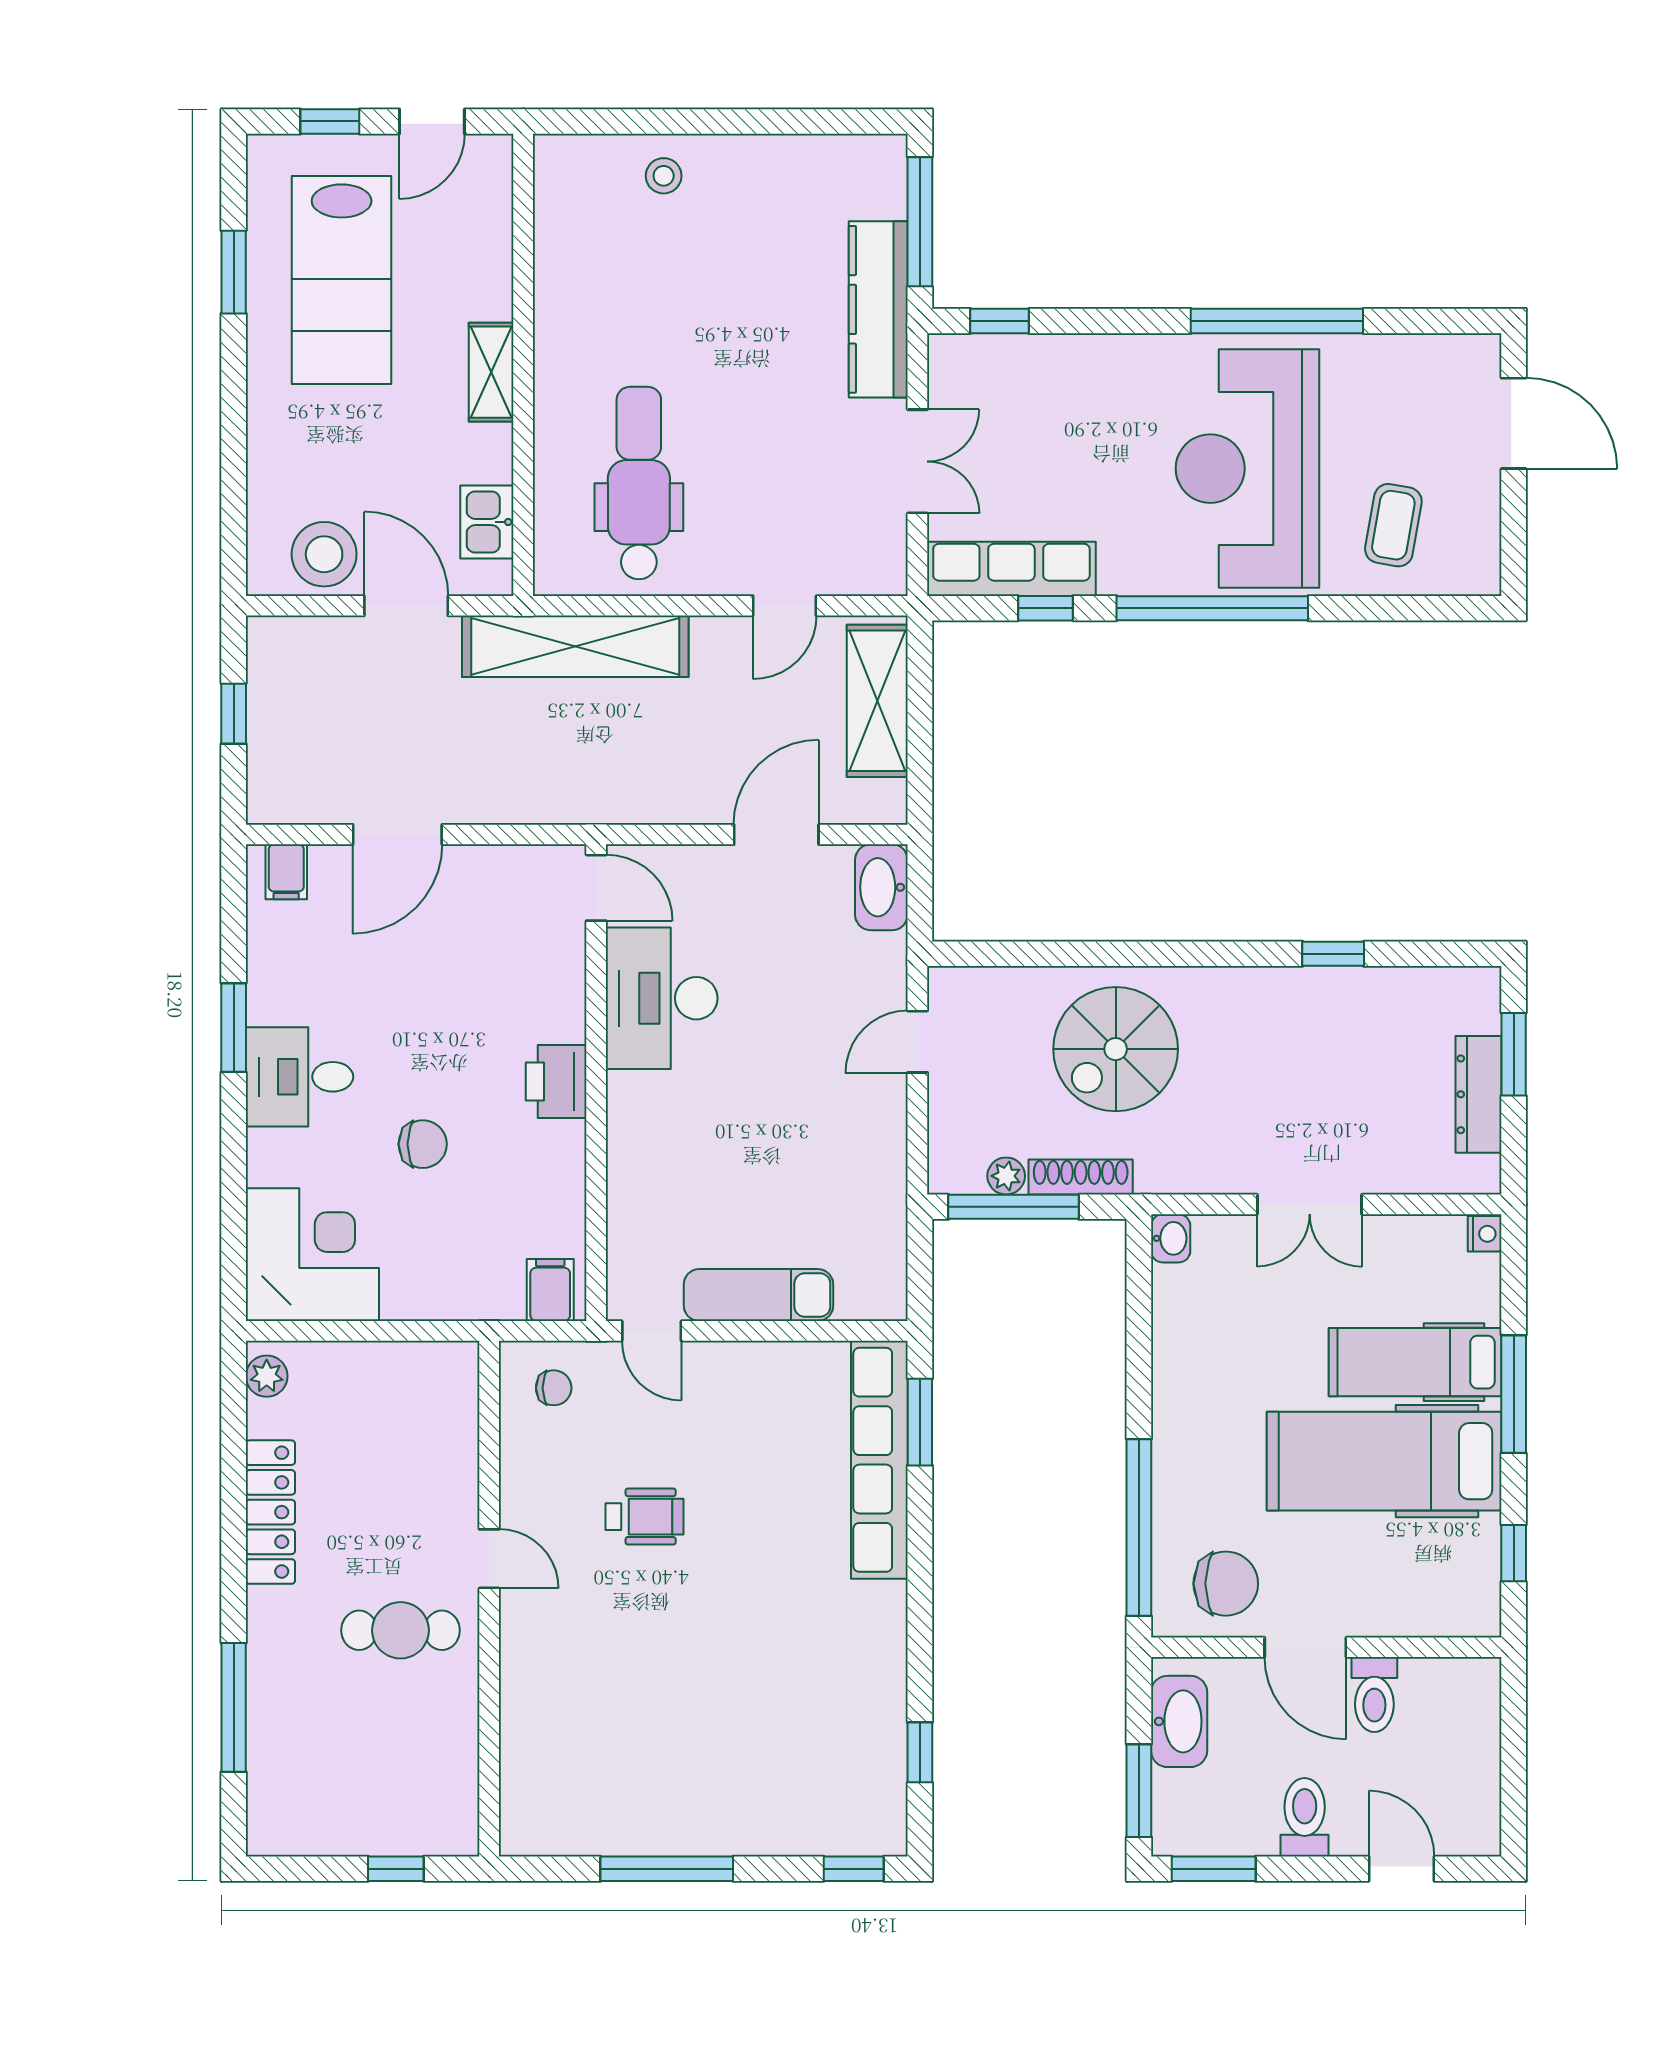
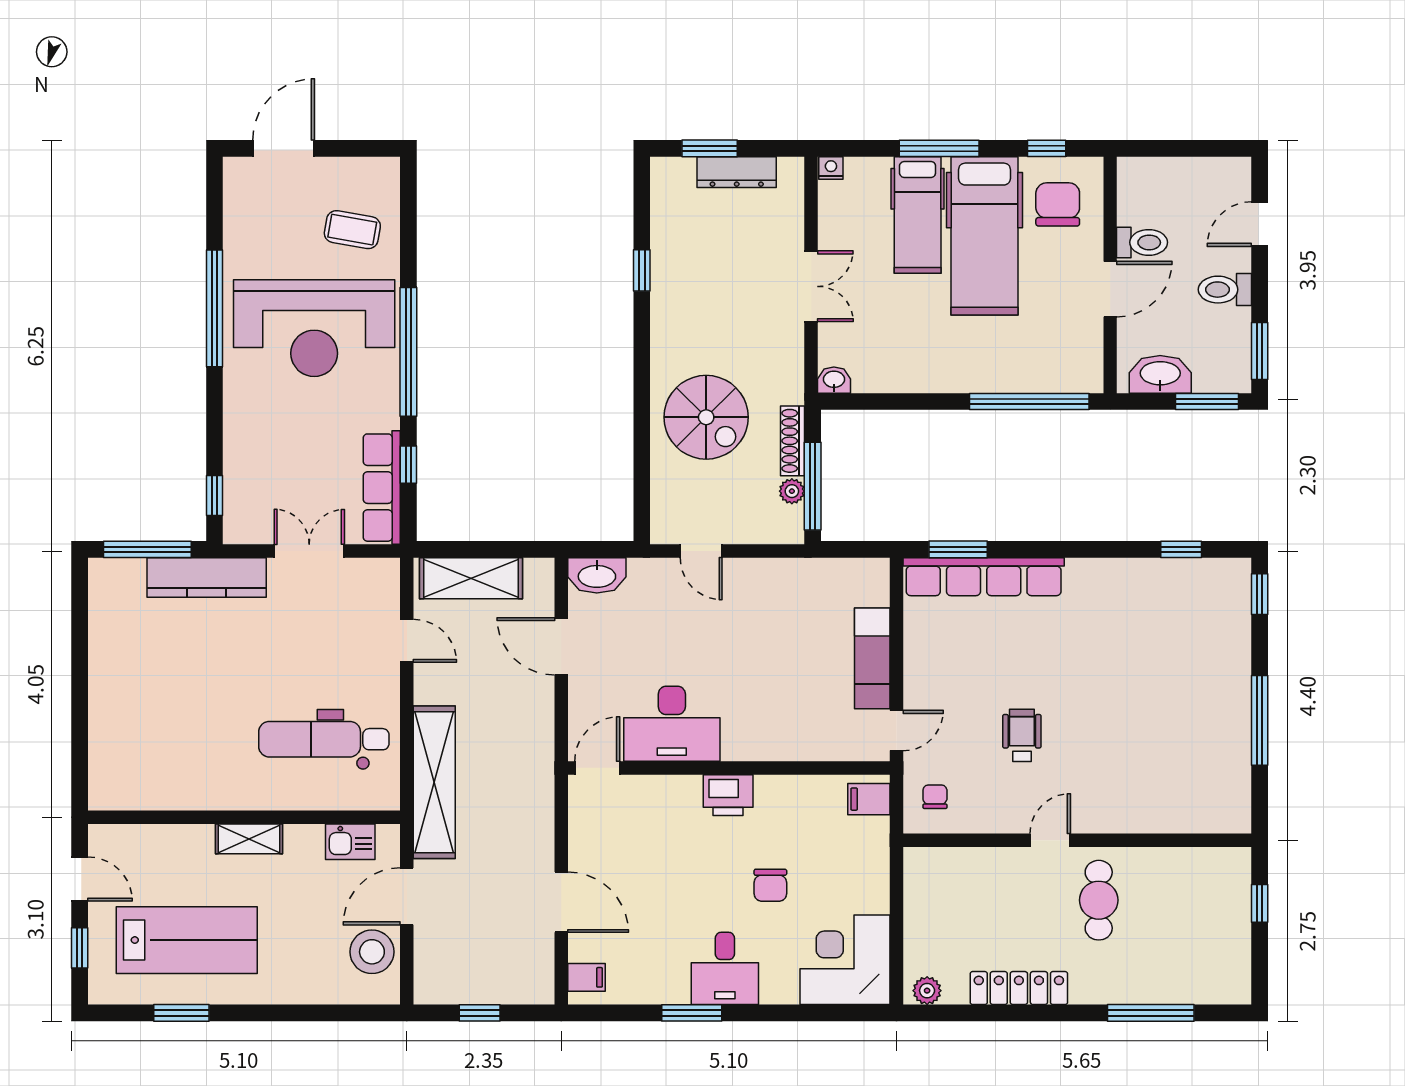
stool: (664, 176) -> (116, 722), removed
chair: (423, 1144) -> (770, 885), turned 180
chair: (1226, 1584) -> (1058, 204), moved

